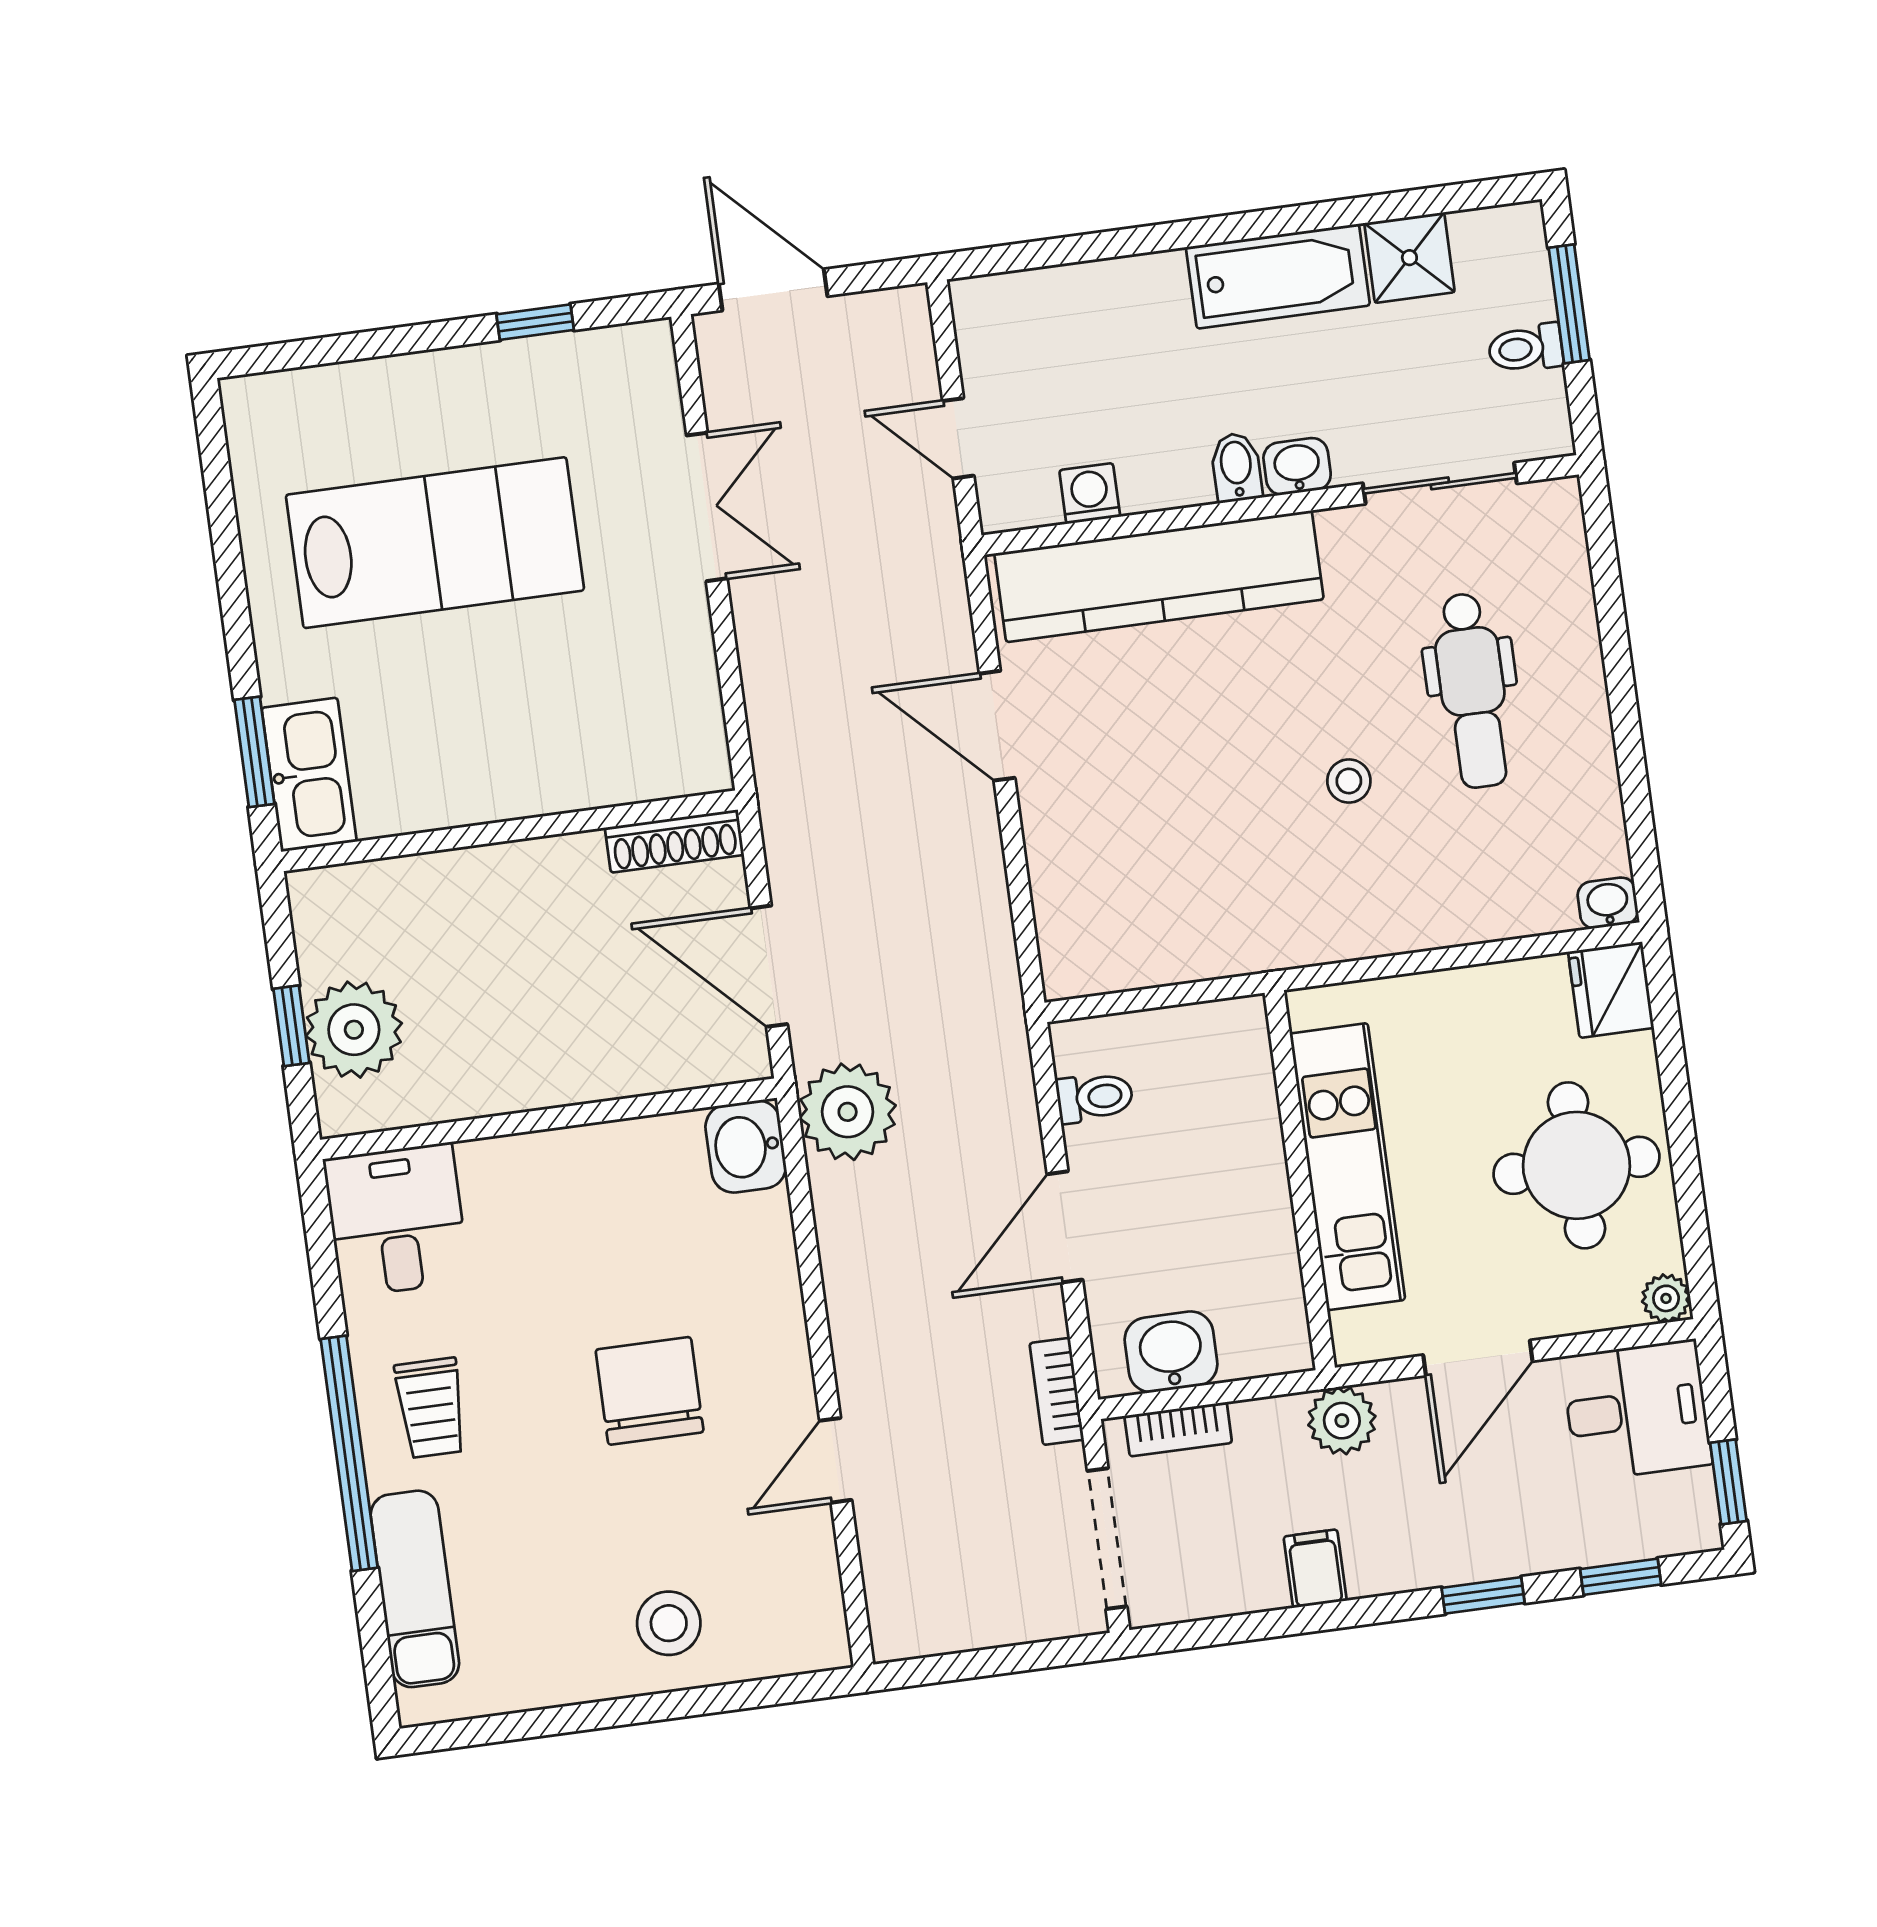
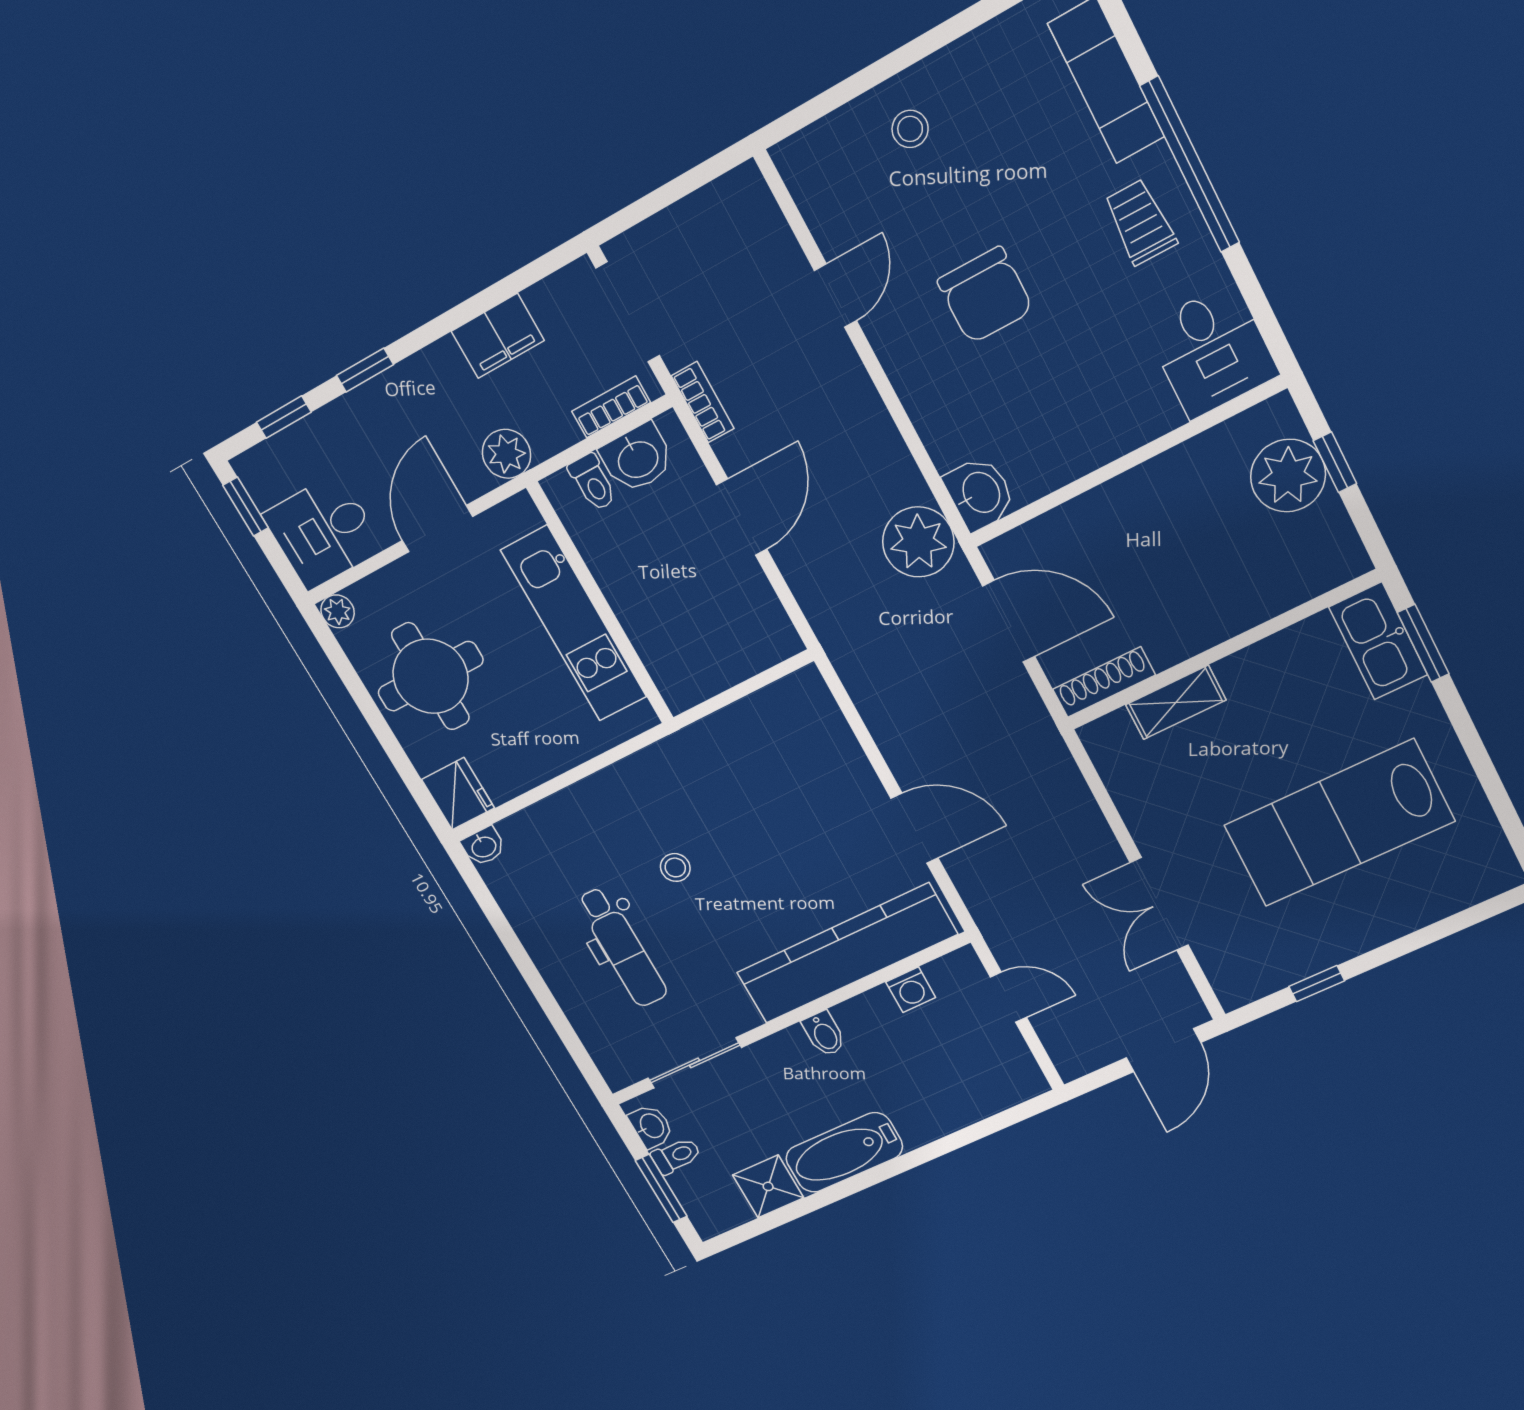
door: (773, 290) -> (1163, 1050), hinge flipped
washbasin: (1297, 466) -> (651, 1126), moved, turned -90
dental chair: (1473, 690) -> (622, 947), turned 180
shelving: (591, 782) -> (1176, 702), added
toilet: (1095, 1097) -> (593, 482), moved, turned -90
filing cabinet: (1315, 1569) -> (498, 336), width x2.00
stool: (669, 1623) -> (910, 129), width x0.73, depth x0.73

